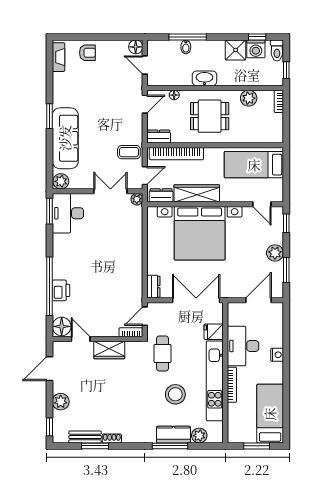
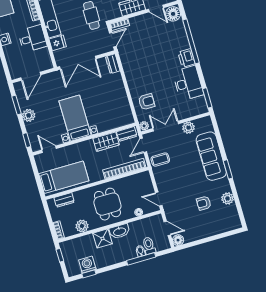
shower: (236, 50) -> (102, 238), moved
toilet: (277, 50) -> (149, 246), moved
armchair: (87, 53) -> (204, 203), moved
fireplace: (58, 57) -> (234, 216), removed
plant: (60, 80) -> (228, 198), added
door: (145, 104) -> (159, 199), hinge flipped
dining table: (210, 116) -> (107, 204), turned 90
dresser: (159, 137) -> (64, 200), moved
plant: (61, 181) -> (188, 128), moved
double door: (110, 191) -> (166, 126), swing flipped
wardrobe: (197, 193) -> (106, 142), width x0.67
desk: (68, 213) -> (188, 83), moved
armchair: (125, 228) -> (147, 102), added
bed with nightstands: (200, 233) -> (75, 118), width x0.54
printer: (61, 290) -> (186, 58), moved
desk: (243, 346) -> (32, 39), width x0.73

